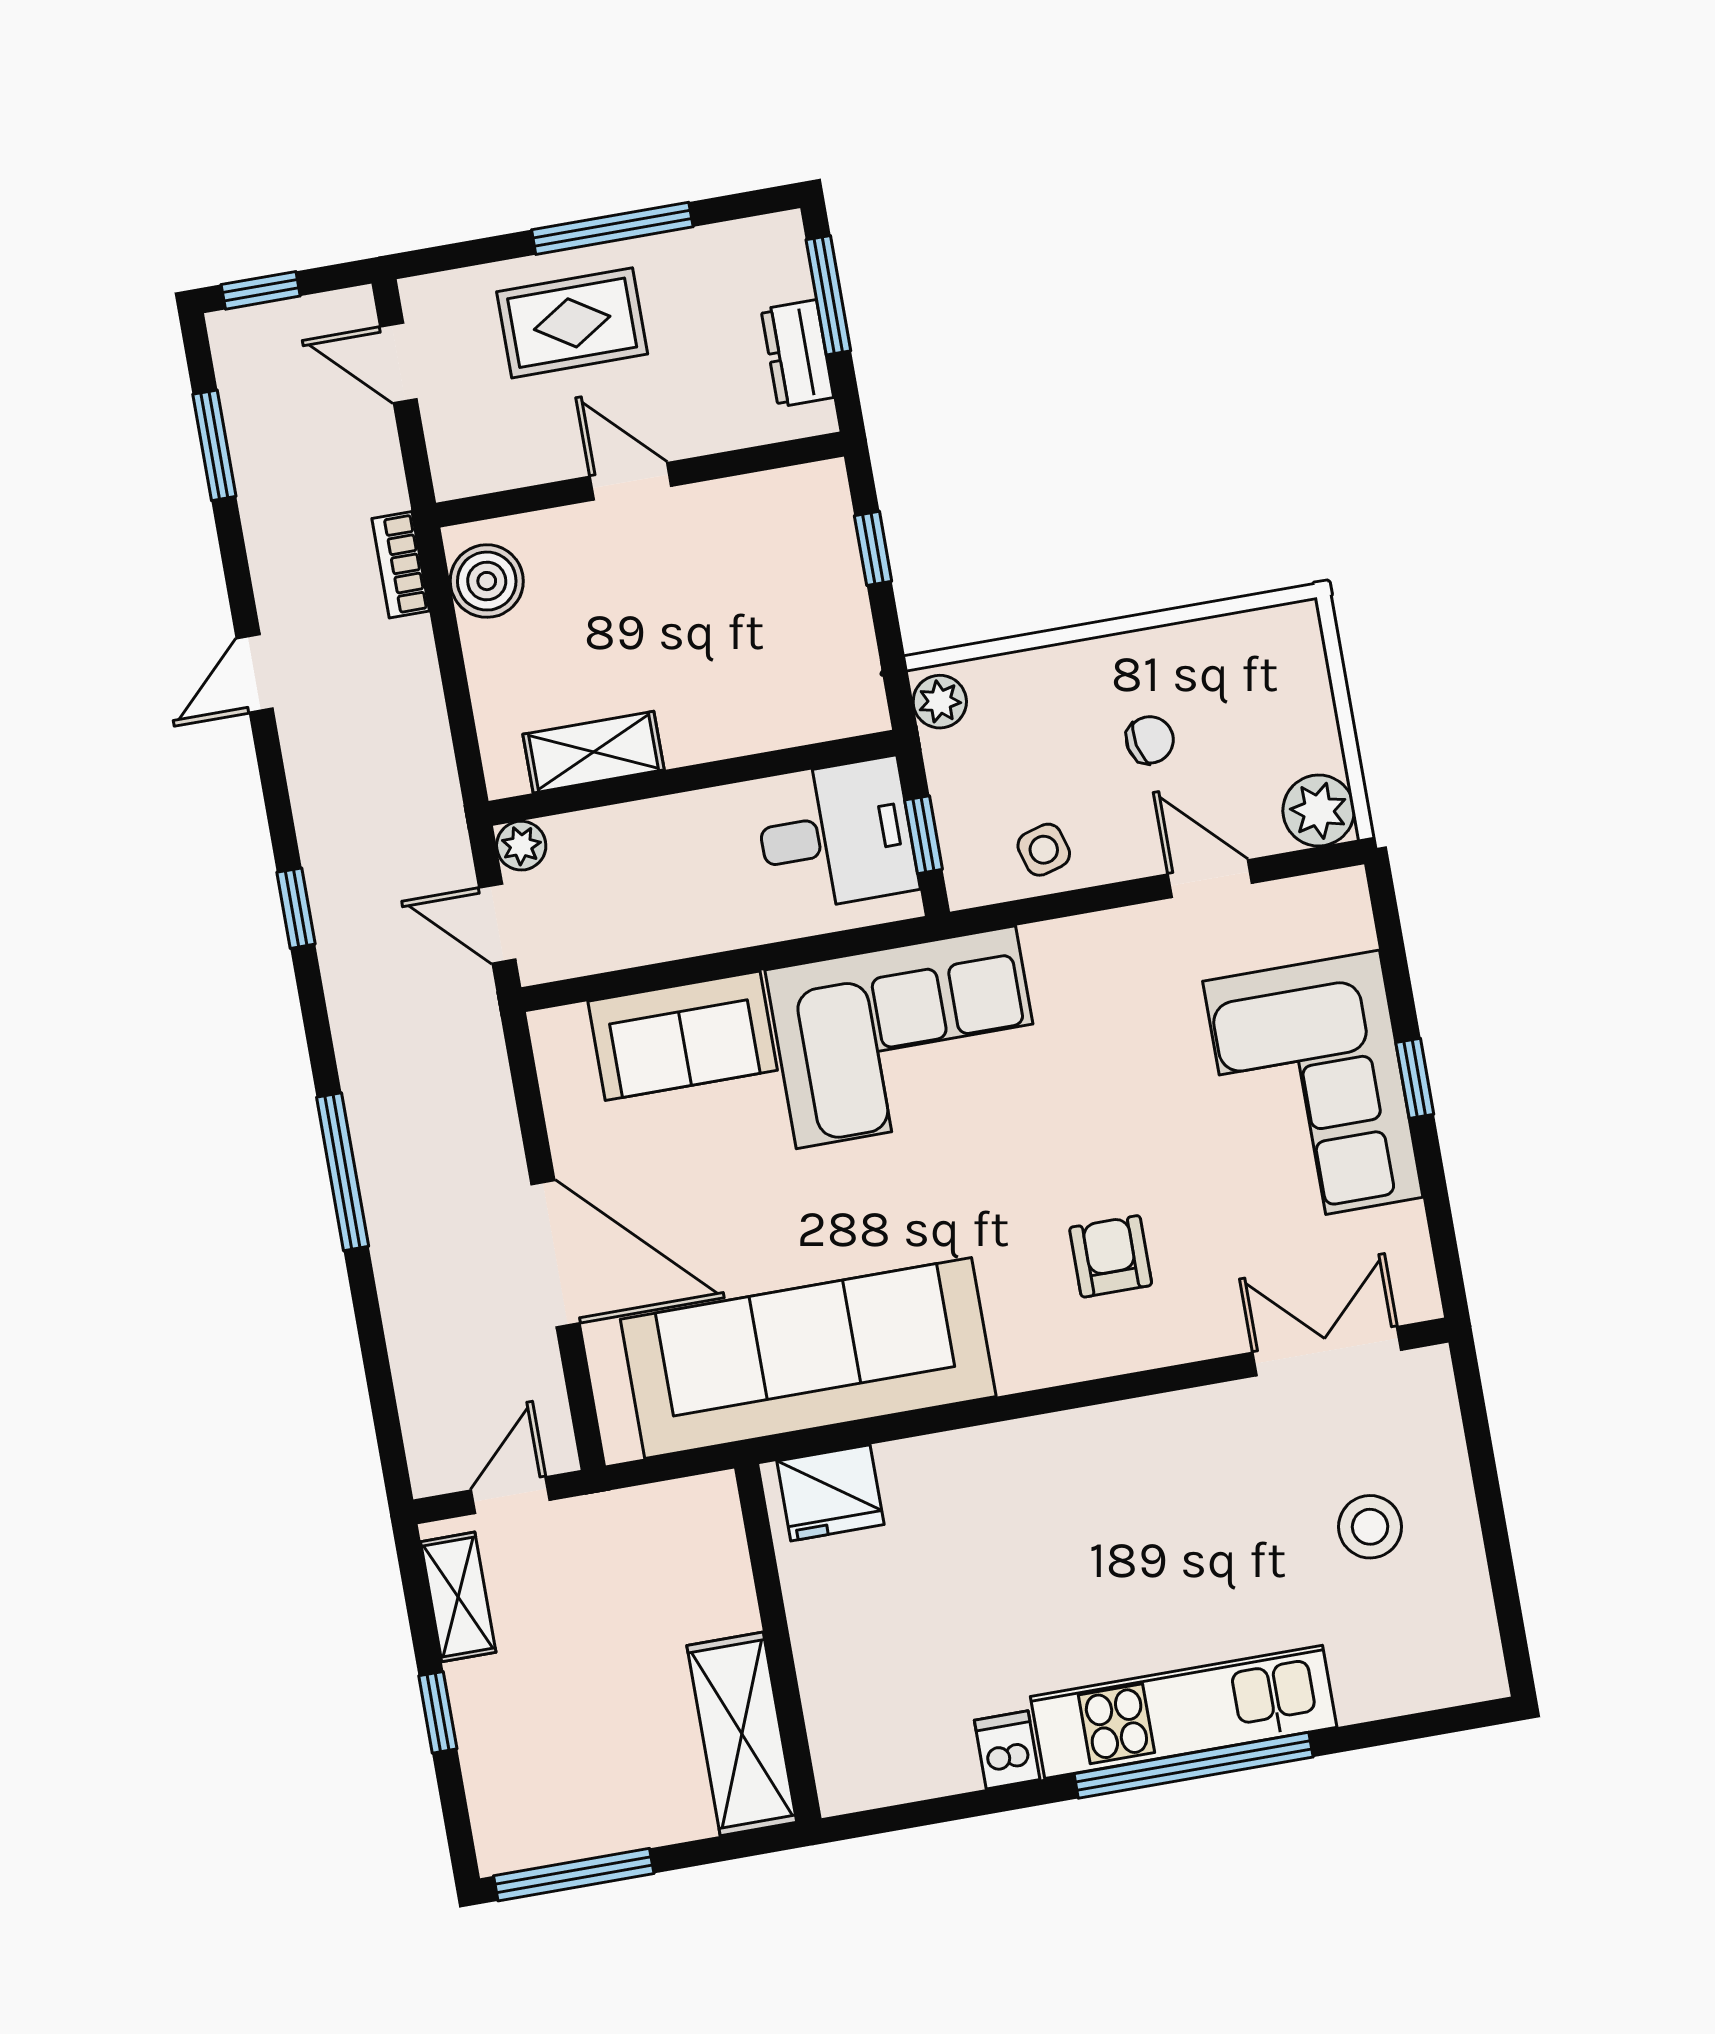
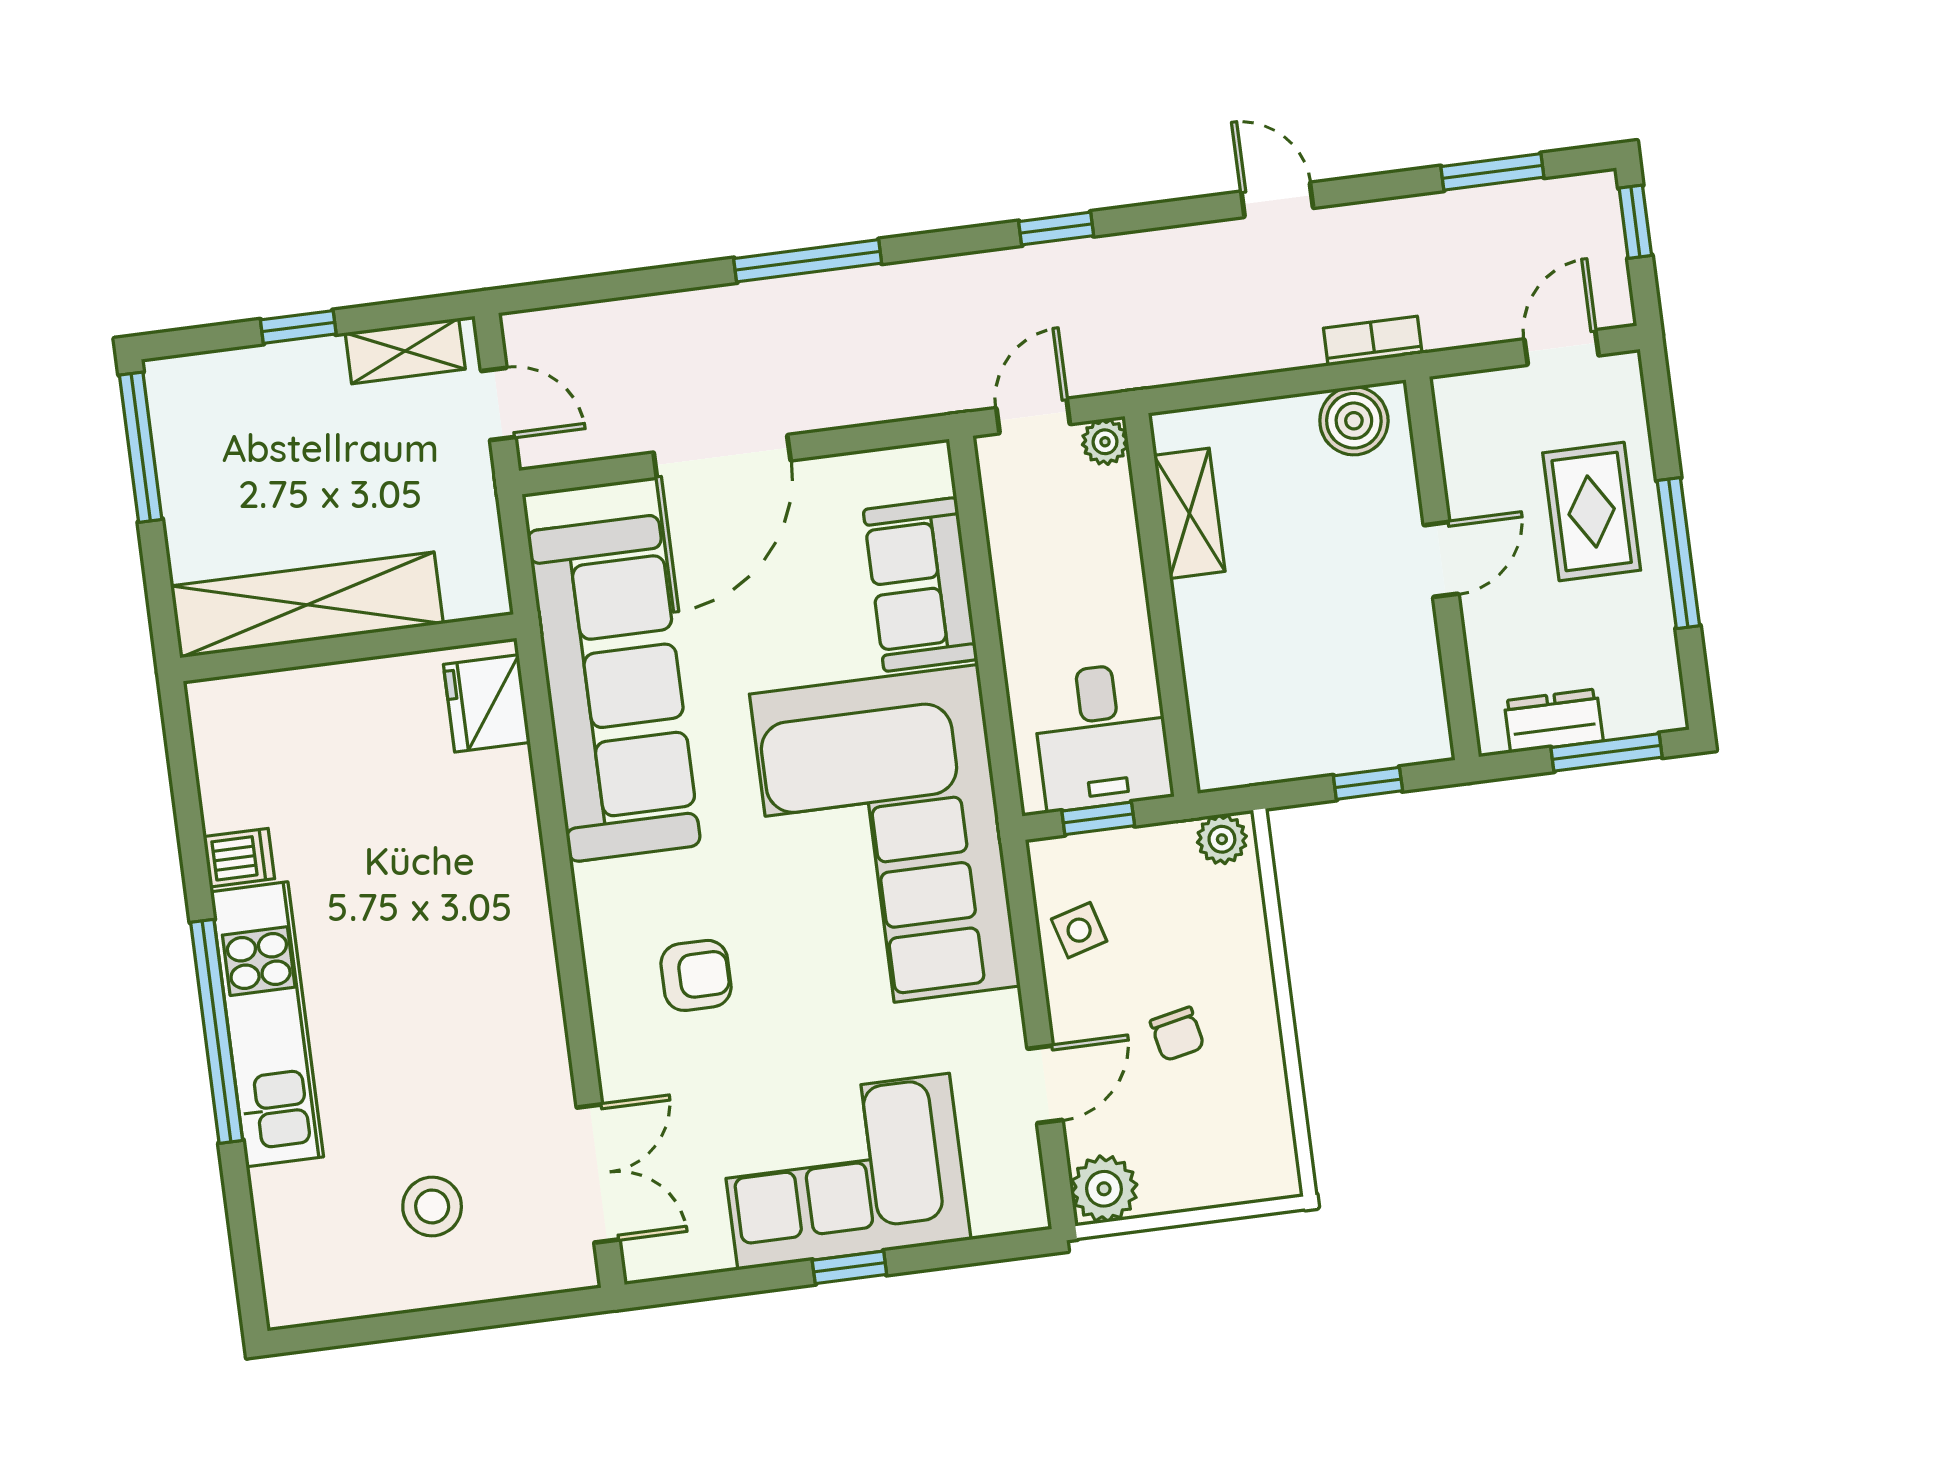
corner sofa: (906, 1037) -> (885, 840), width x1.36, depth x1.36
shelving: (742, 1734) -> (307, 605), width x1.47

